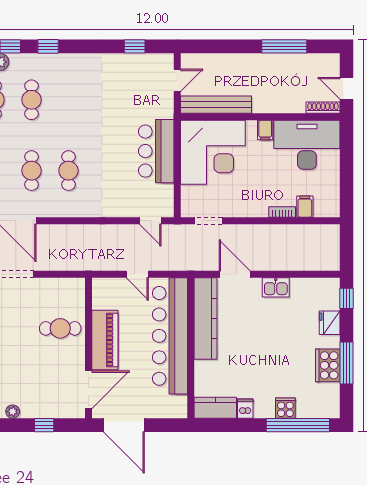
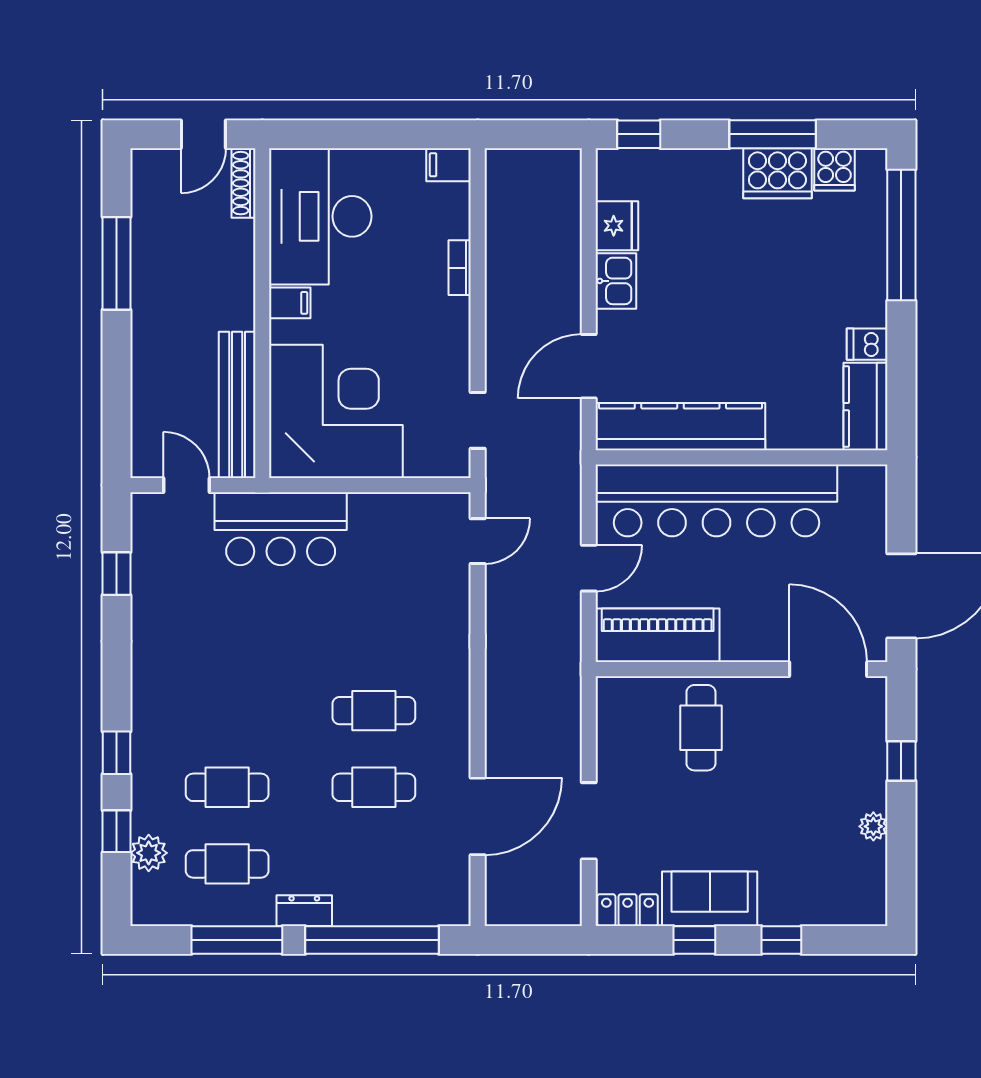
bar counter: (156, 151) -> (281, 529), moved
filing cabinet: (305, 207) -> (449, 165), moved
fridge: (330, 323) -> (617, 226), moved, turned -90
piano: (105, 340) -> (658, 635), moved
cooker: (285, 408) -> (835, 169), moved, turned -90

